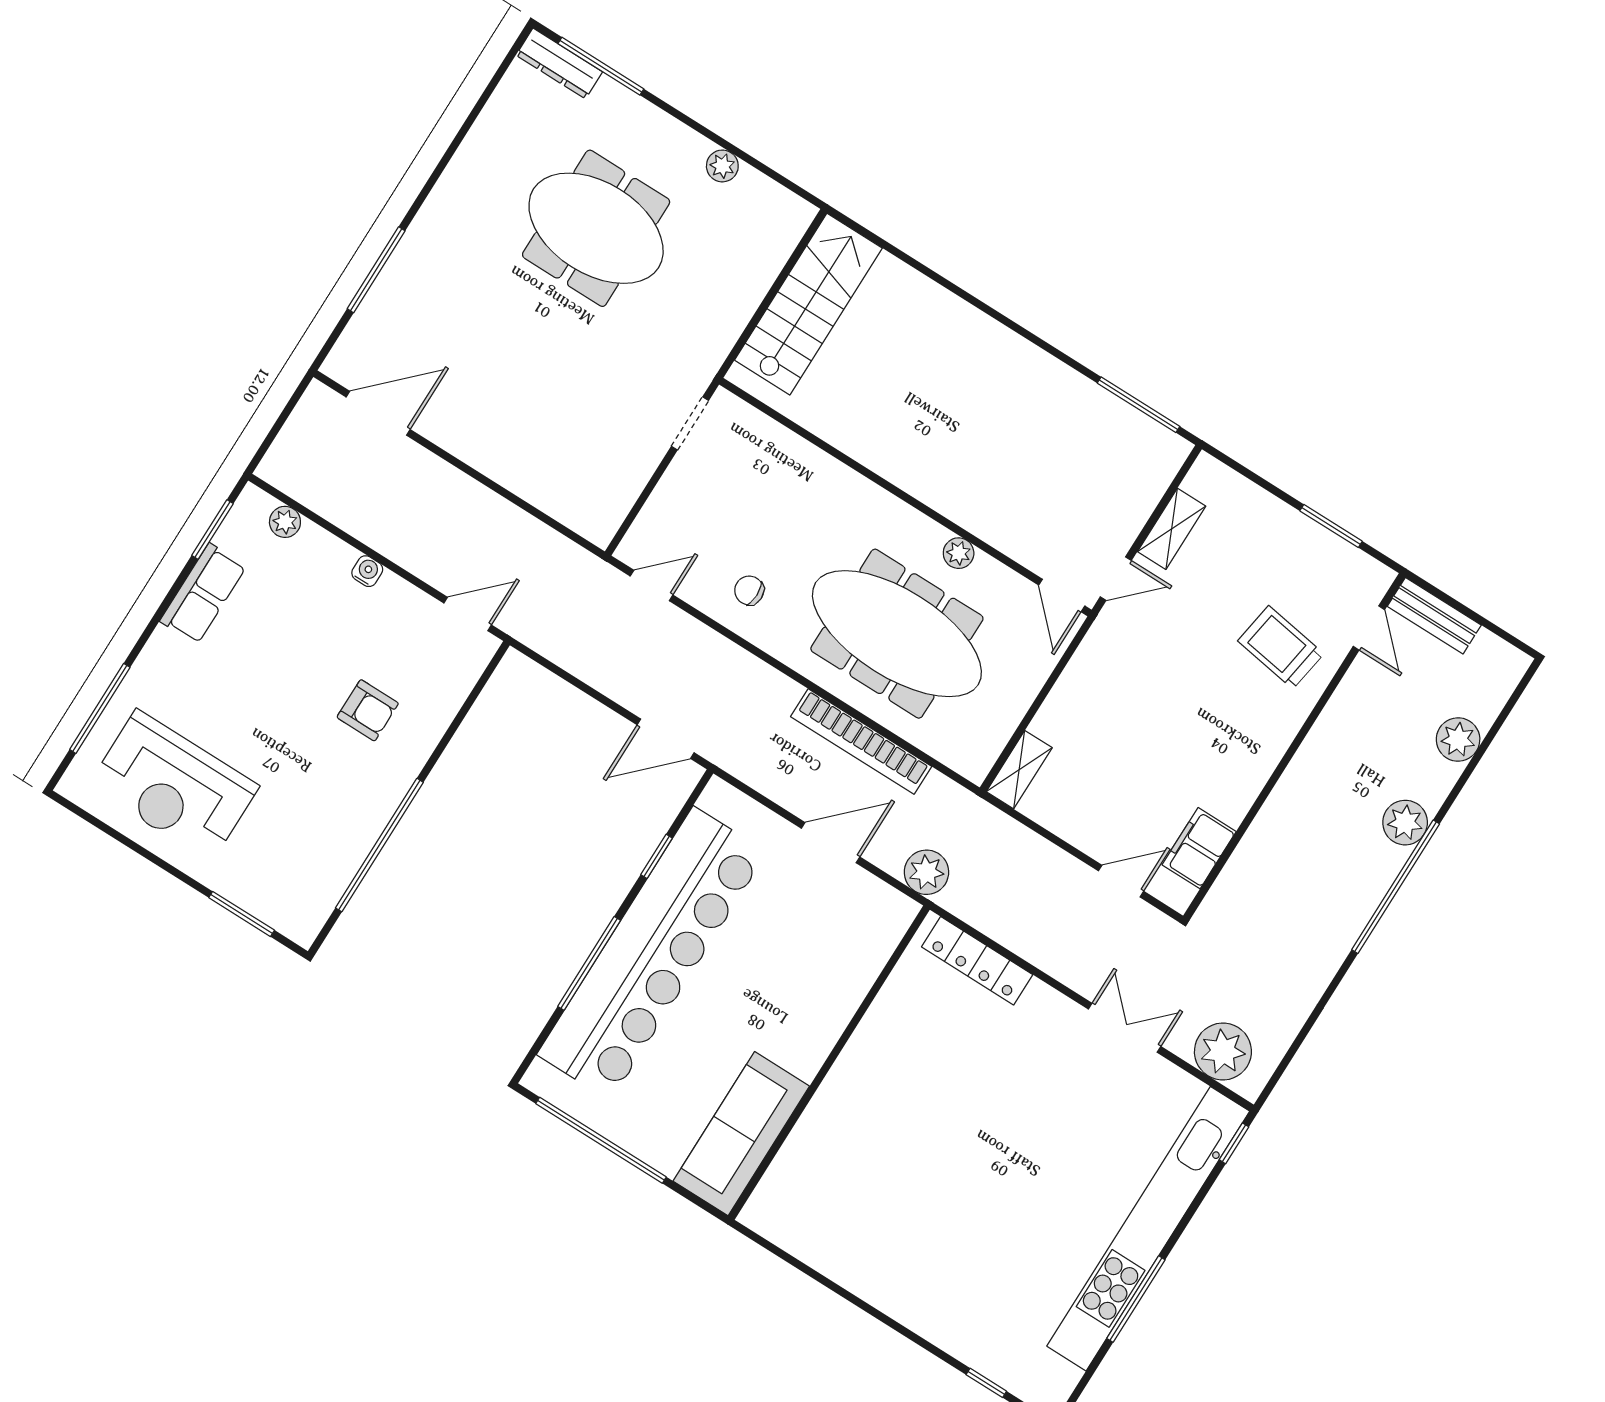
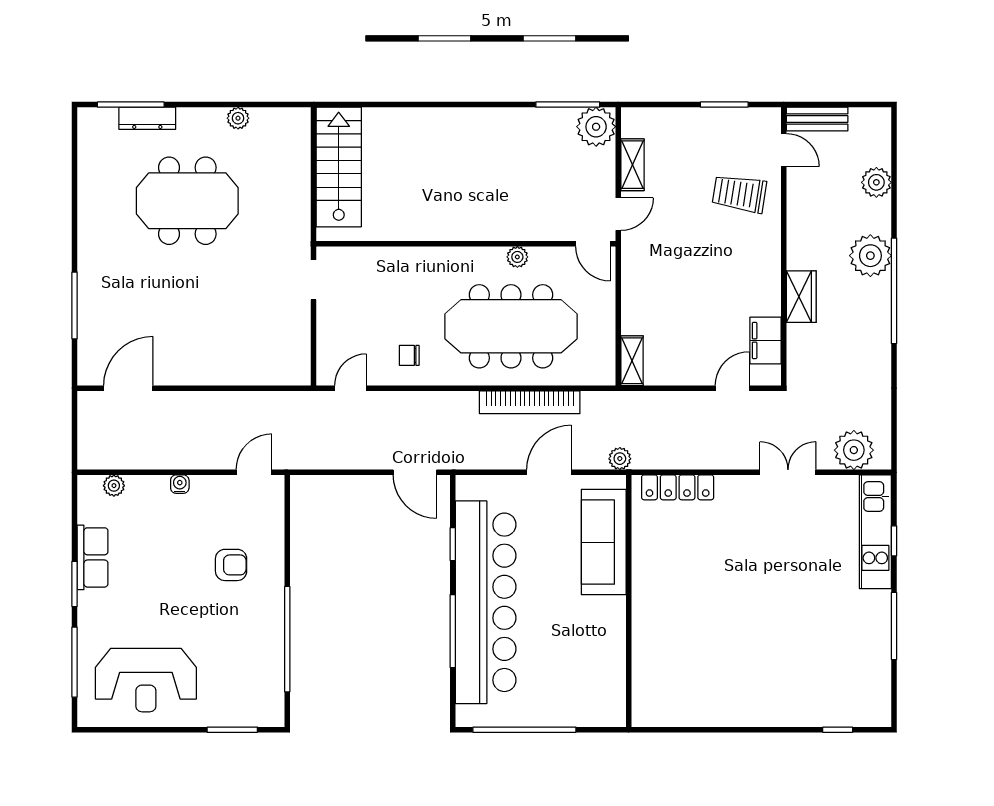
dresser: (559, 63) -> (147, 118), moved
plant: (1156, 454) -> (596, 127), added
window: (213, 530) -> (75, 584), moved
door: (666, 739) -> (415, 472), hinge flipped
wardrobe: (1277, 822) -> (801, 297), added
plant: (1405, 823) -> (870, 256), width x1.36, depth x1.36
plant: (926, 872) -> (620, 459), width x0.73, depth x0.73
sofa: (741, 1134) -> (604, 542), moved
window: (1234, 1143) -> (894, 541), moved
kitchen unit: (1148, 1229) -> (875, 532), width x0.54

